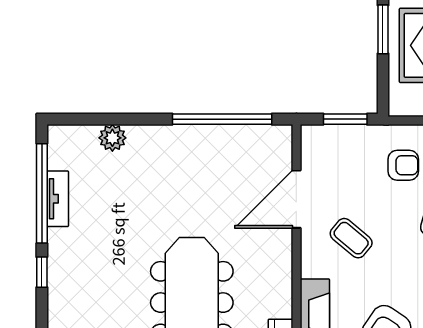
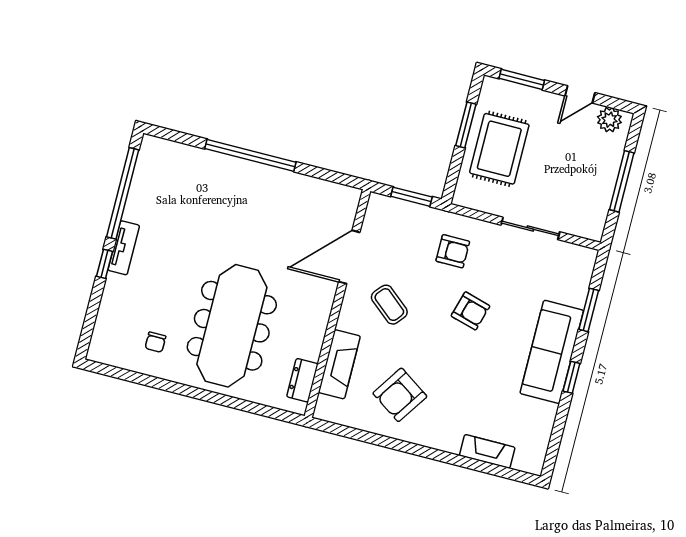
window: (222, 119) -> (250, 155), moved
plant: (112, 138) -> (199, 160), removed
tv unit: (58, 199) -> (124, 248), moved

